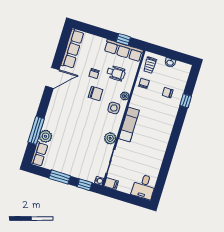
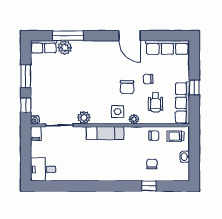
window: (123, 39) -> (194, 87), moved

